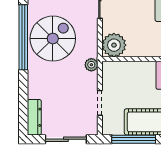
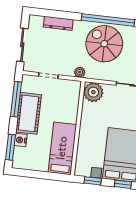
spiral stairs: (53, 39) -> (104, 44), turned 180
dresser: (34, 117) -> (58, 23), moved

